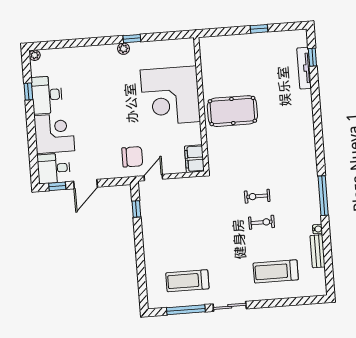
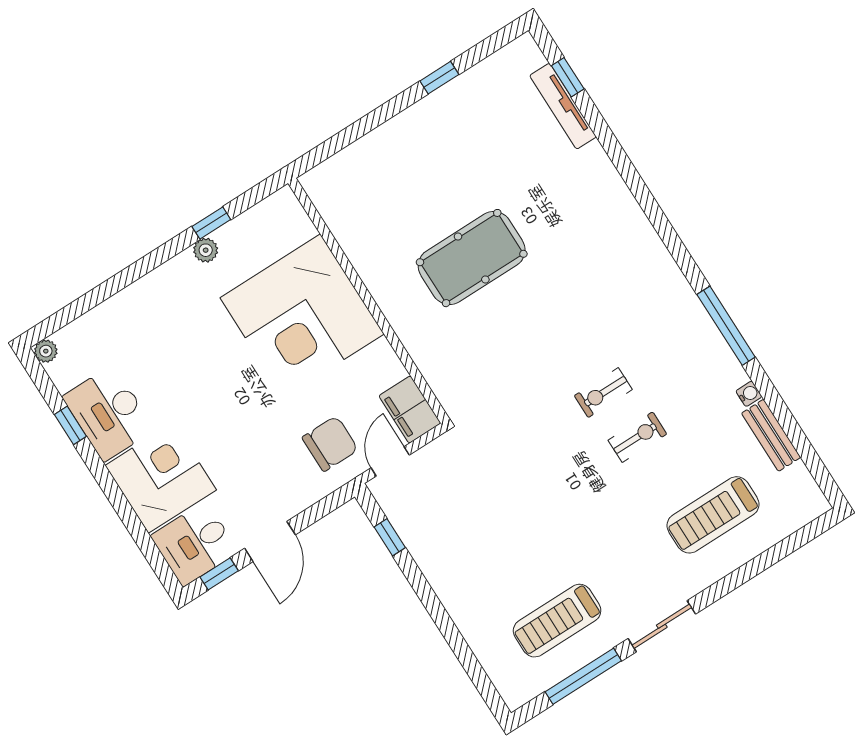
corner desk: (170, 96) -> (302, 316), moved
wall: (201, 104) -> (369, 301), moved
filing cabinet: (194, 159) -> (410, 410), moved

